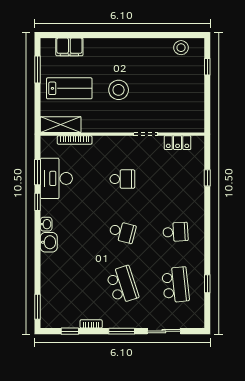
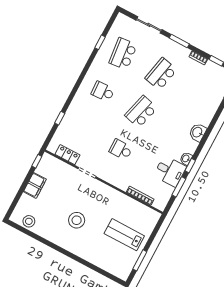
filing cabinet: (69, 47) -> (35, 185), moved, turned 90
window: (207, 67) -> (37, 161), moved
stool: (119, 90) -> (77, 220), moved
shelving: (61, 125) -> (144, 212), removed
desk: (56, 178) -> (170, 171), width x0.73
washbasin: (46, 224) -> (186, 159), moved
school desk: (122, 232) -> (141, 112), width x1.85
school desk: (122, 285) -> (161, 74), turned 30

